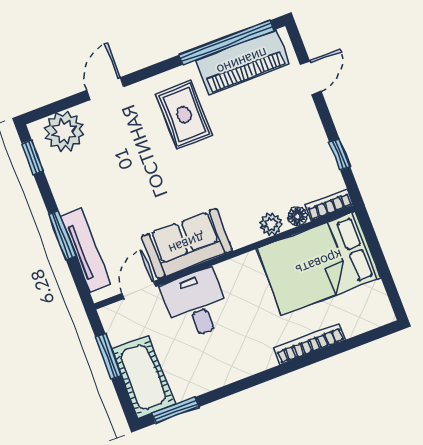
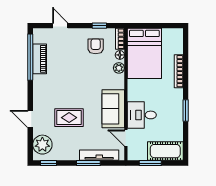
piano: (242, 62) -> (40, 59), width x0.73, depth x0.75
rug: (184, 115) -> (69, 118), moved
armchair: (296, 163) -> (96, 46), added
window: (175, 410) -> (186, 110), moved

